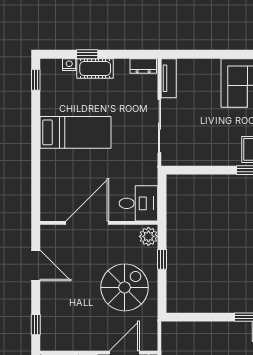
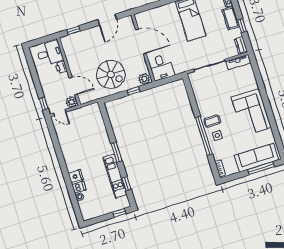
window: (87, 54) -> (242, 26), moved

